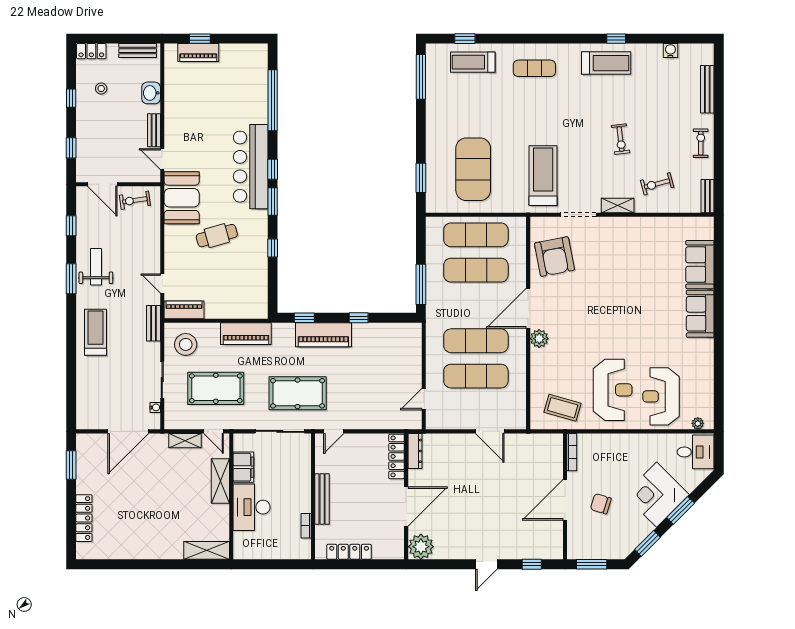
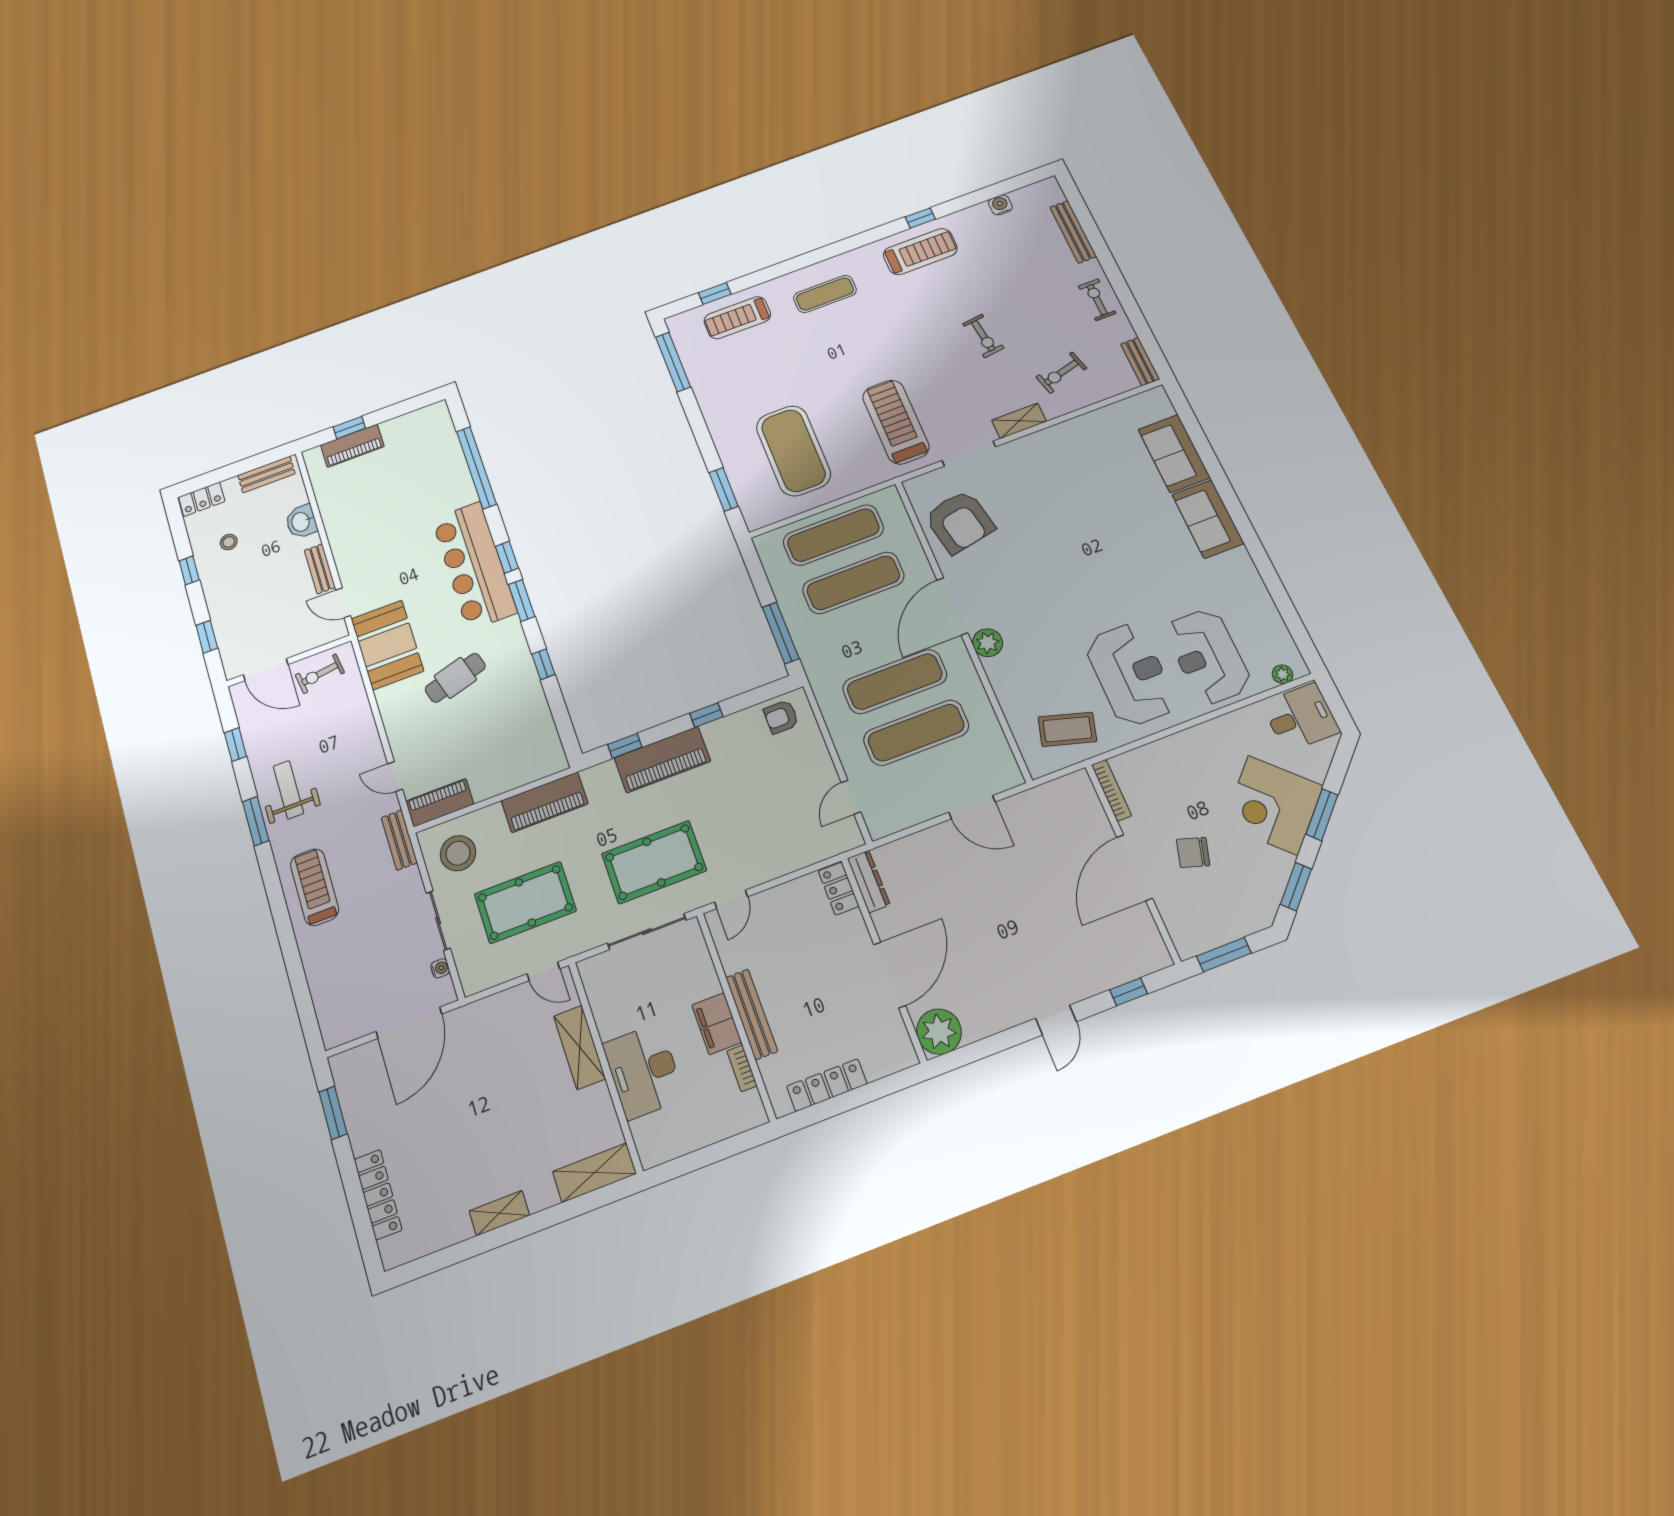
armchair: (402, 336) -> (781, 717), added
shelving: (185, 441) -> (499, 1213), moved
locker: (397, 456) -> (839, 889), width x0.66
filing cabinet: (243, 467) -> (717, 1024), moved, turned 180

